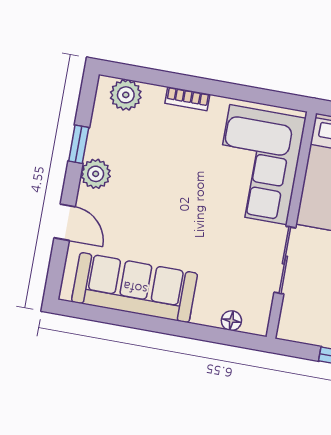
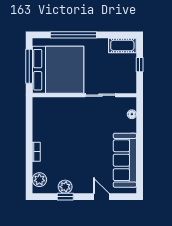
corner sofa: (258, 165) -> (60, 115), removed
plant: (96, 174) -> (65, 187), moved
door: (65, 222) -> (101, 197), hinge flipped

